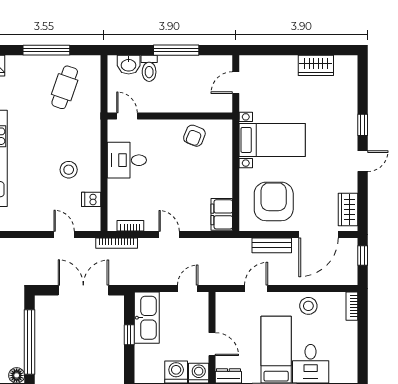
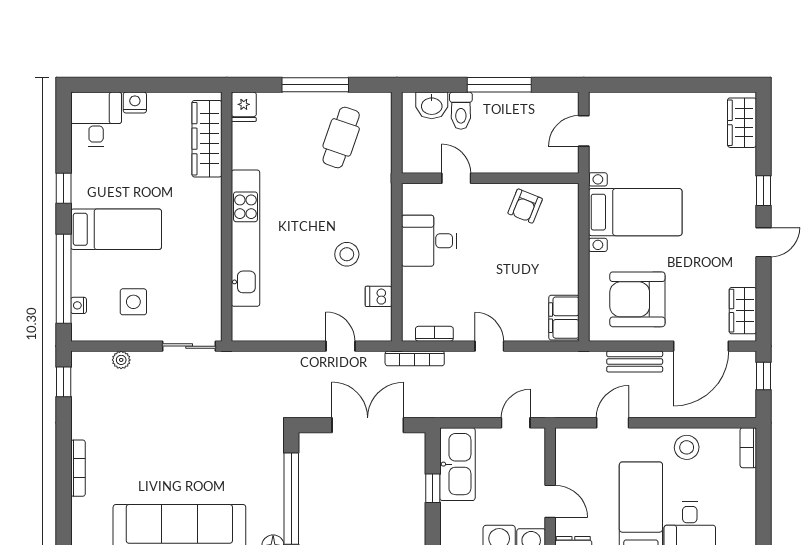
wardrobe: (316, 65) -> (742, 123), moved, turned 90
door: (127, 116) -> (456, 178), moved
armchair: (274, 201) -> (637, 299), turned -90

